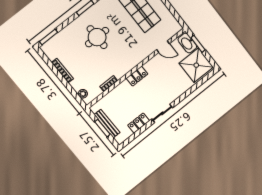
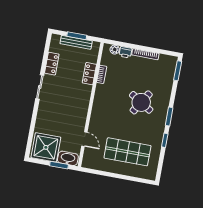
round table: (97, 37) -> (141, 102), turned 32
door: (163, 47) -> (84, 139), swing flipped
locker: (137, 76) -> (89, 74), moved
printer: (76, 85) -> (125, 52), added

